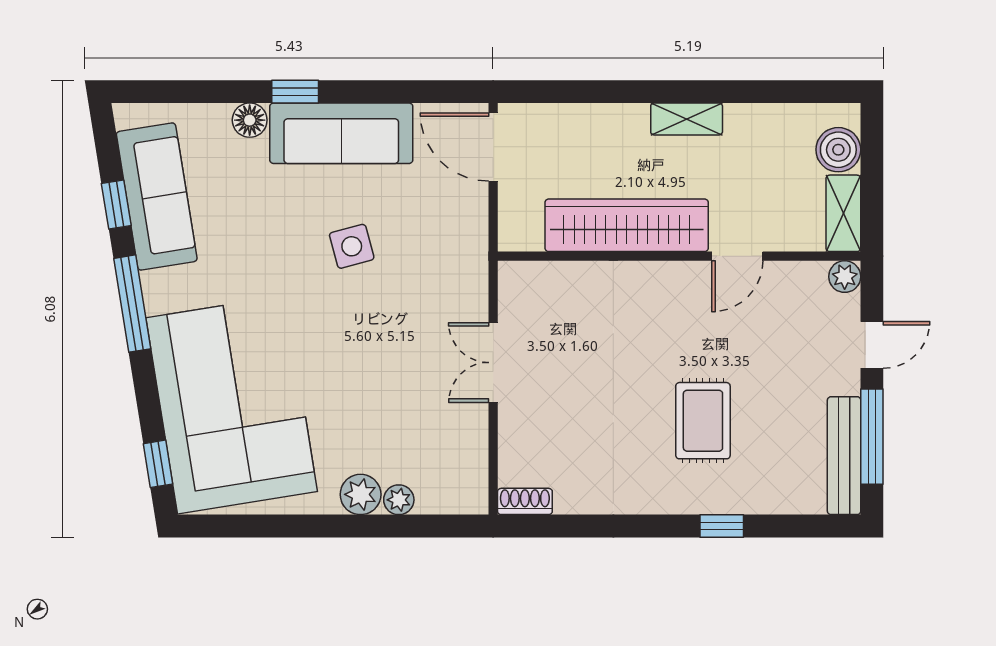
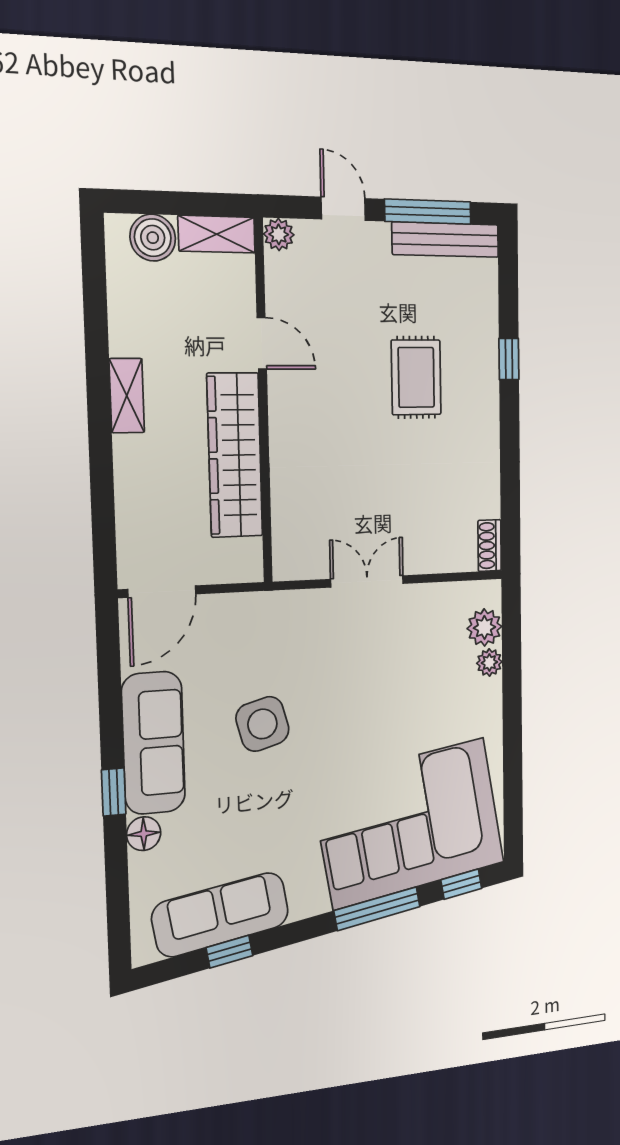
side table: (352, 246) -> (262, 724), width x1.37, depth x1.37
window: (132, 304) -> (377, 909), moved
double door: (493, 363) -> (367, 581), swing flipped
rug: (703, 421) -> (416, 377), turned 90
plant: (361, 494) -> (484, 627), moved

